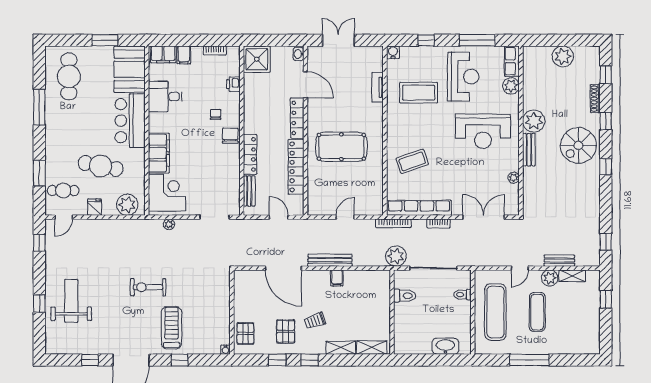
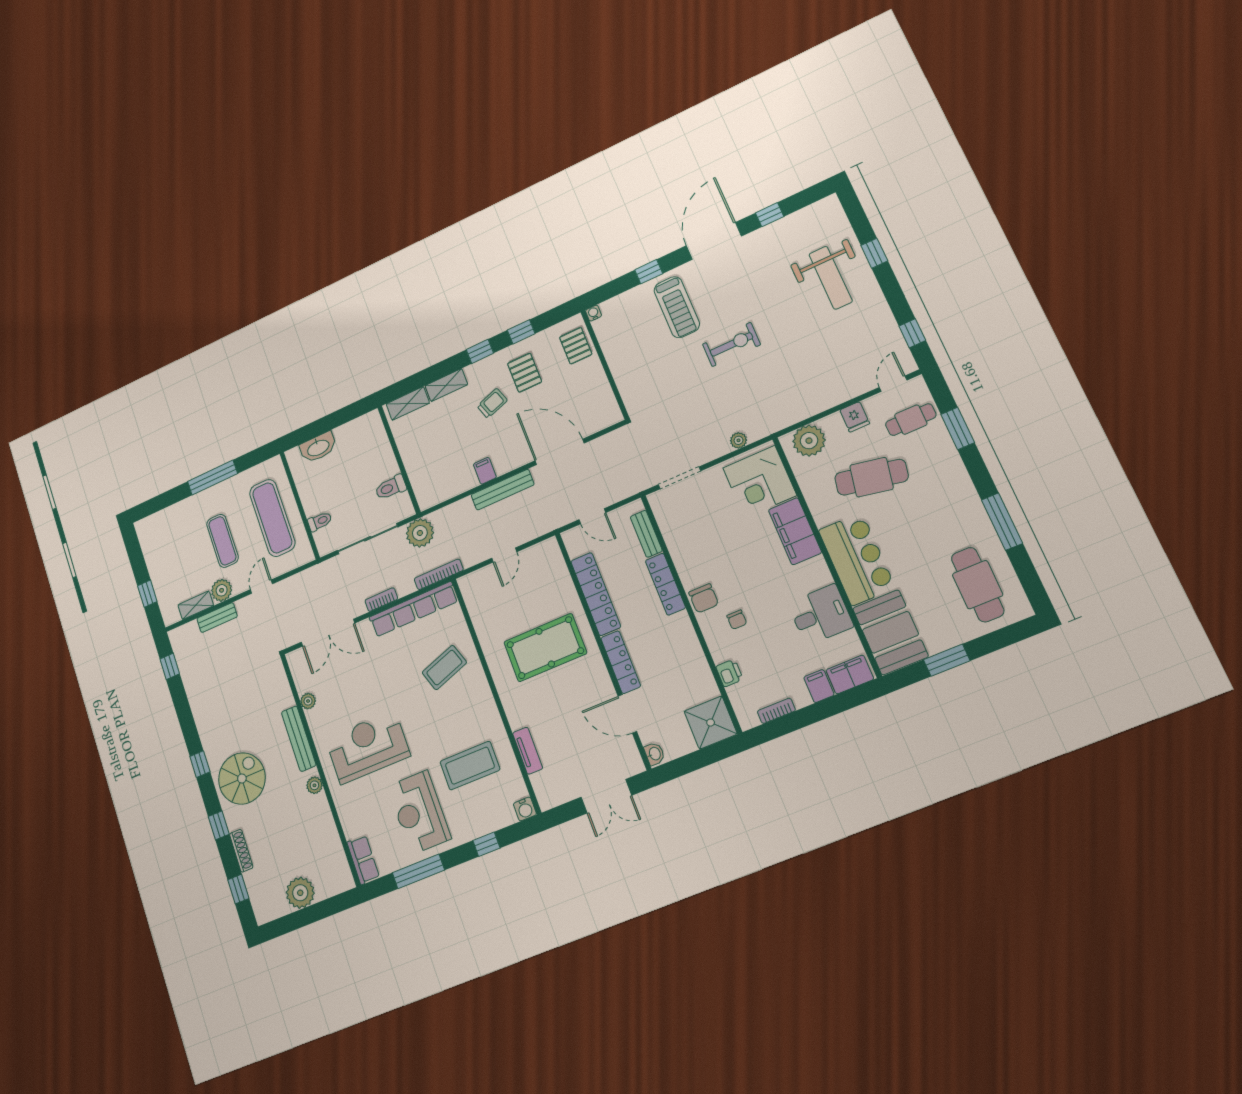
plant: (511, 86) -> (353, 825), removed
plant: (534, 121) -> (314, 785), width x0.53, depth x0.53
bench: (529, 150) -> (299, 739), width x1.36

